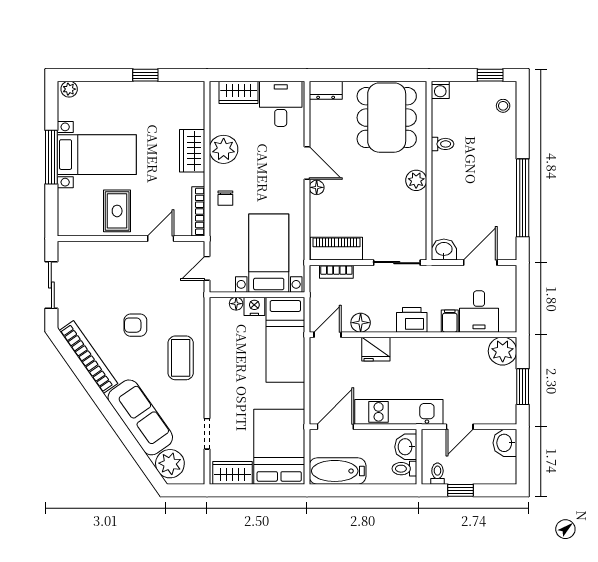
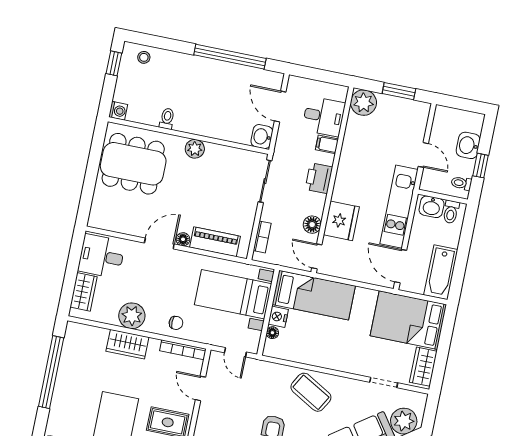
window: (145, 75) -> (51, 372), width x3.17
dresser: (326, 90) -> (98, 213), removed
piano: (336, 249) -> (215, 242), moved, turned 90
fridge: (376, 349) -> (341, 221), width x1.36, depth x1.34
coffee table: (181, 358) -> (311, 392), turned 30
washbasin: (505, 443) -> (468, 145), moved, turned 90

